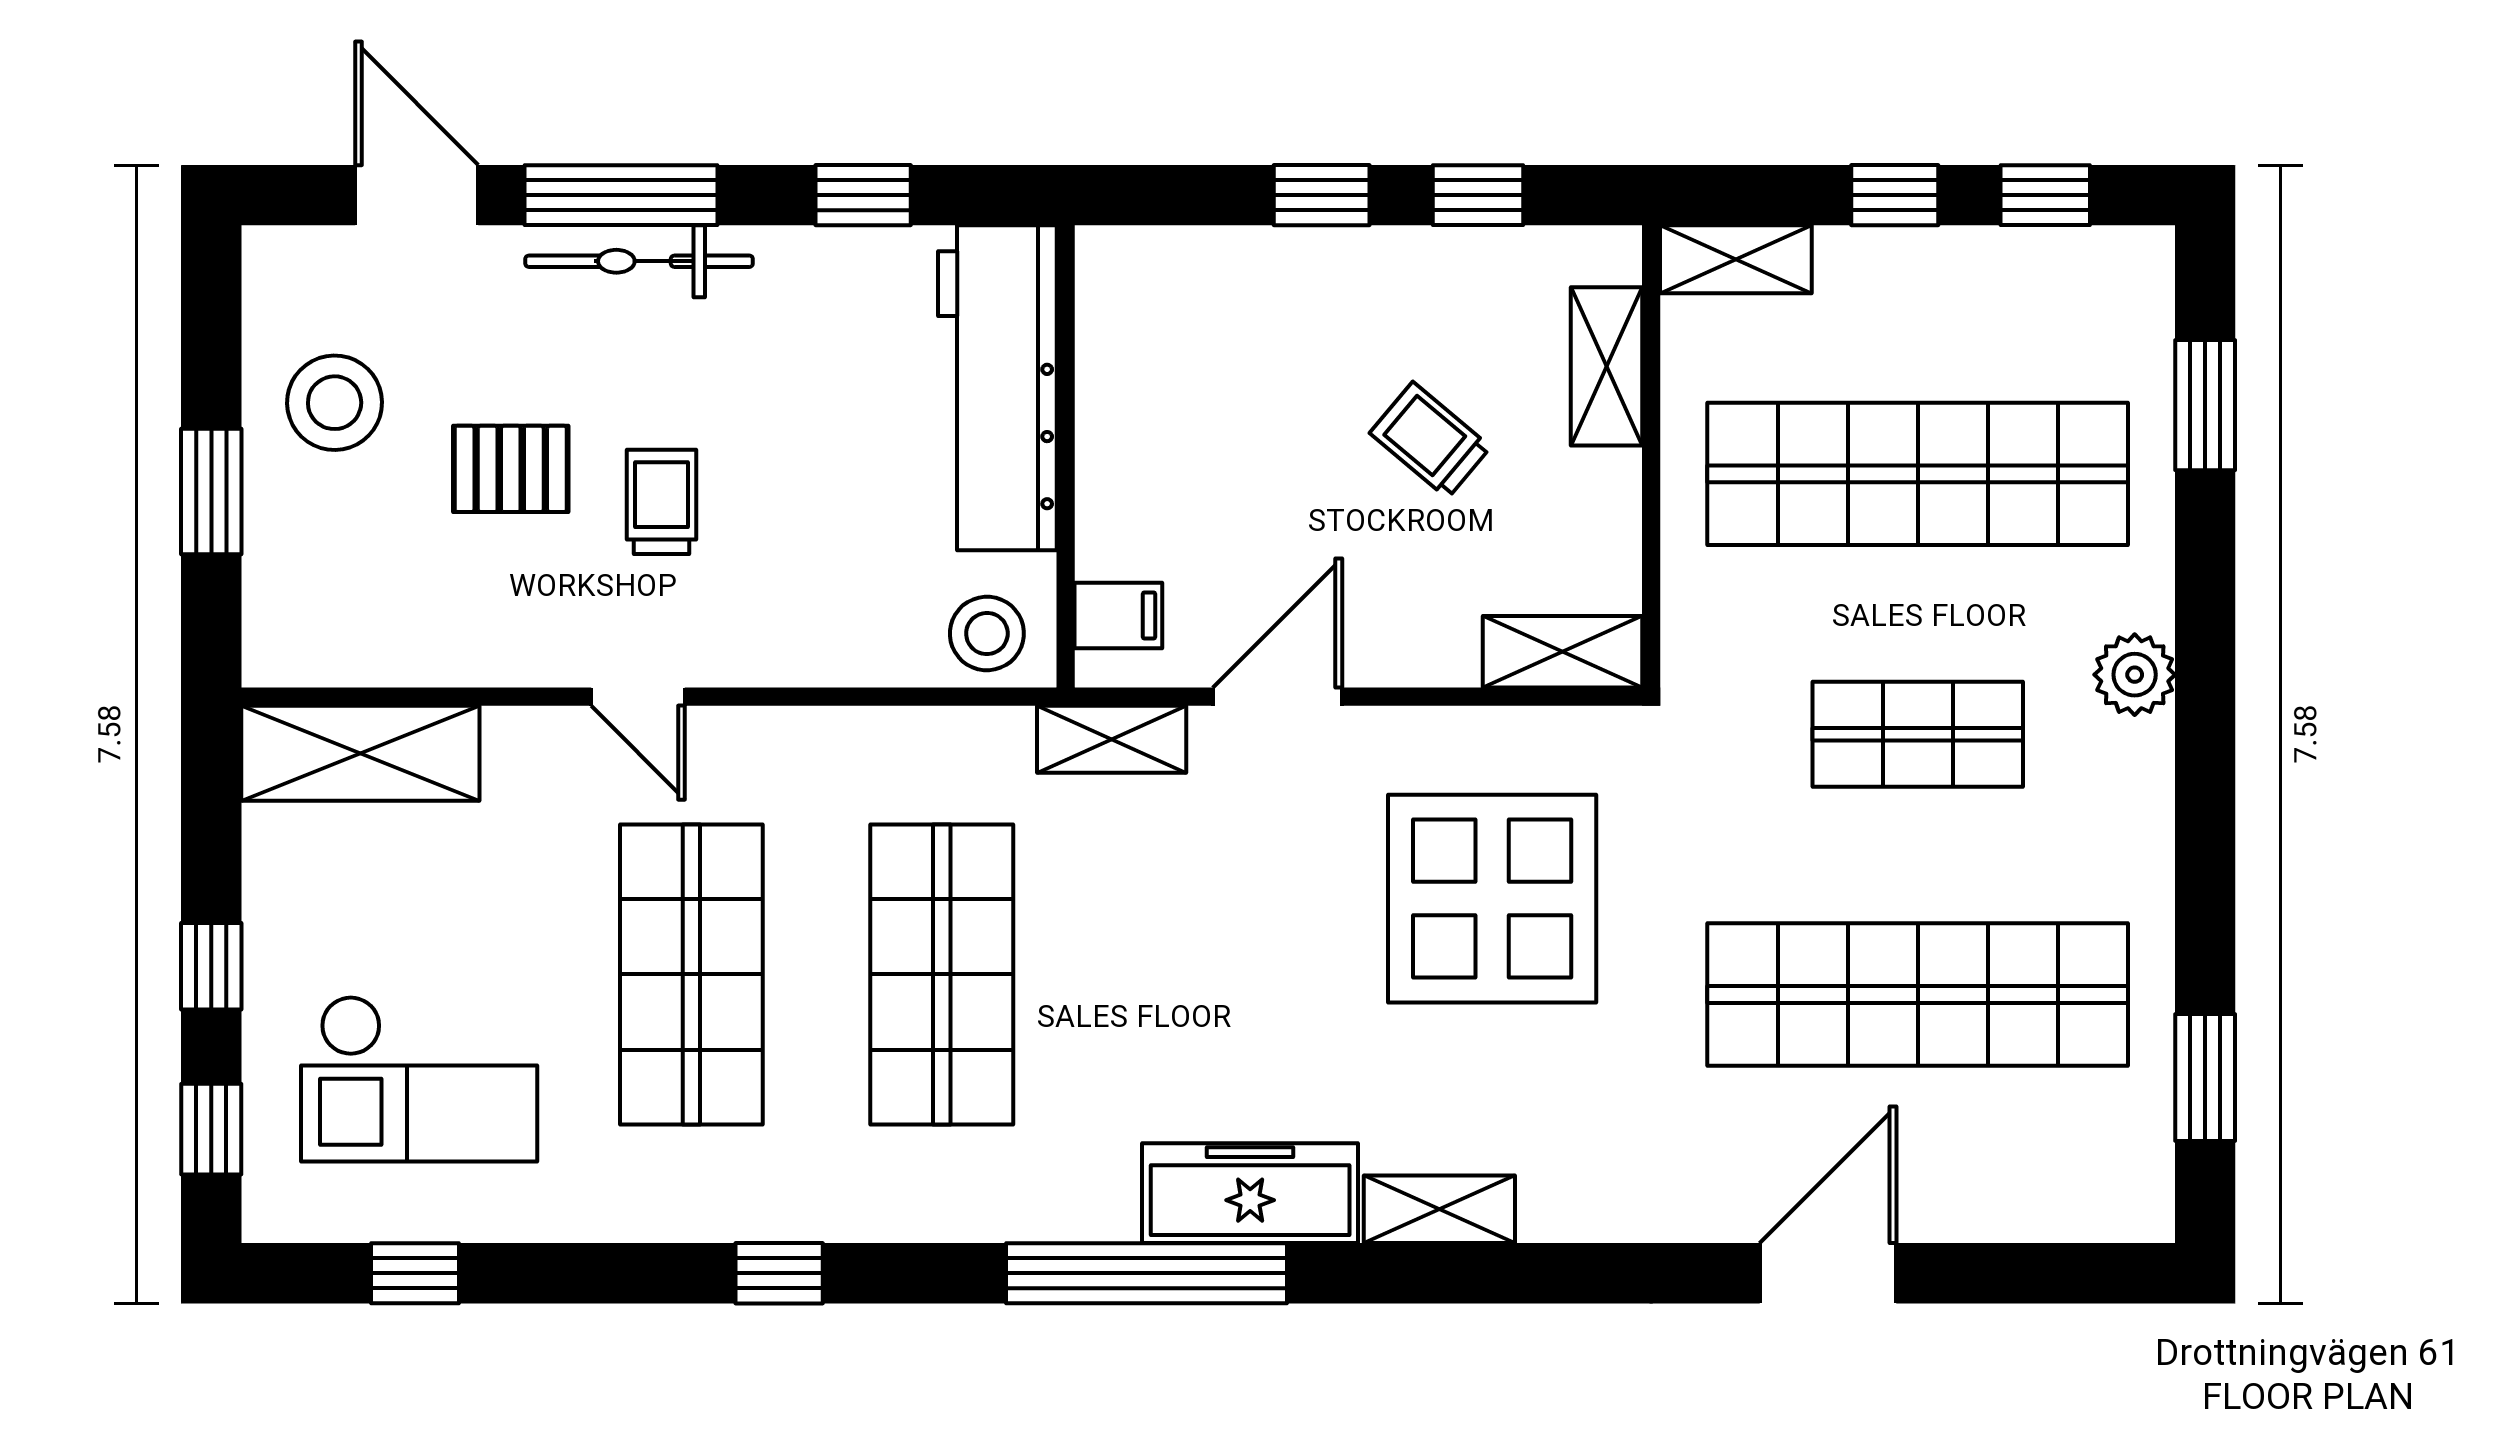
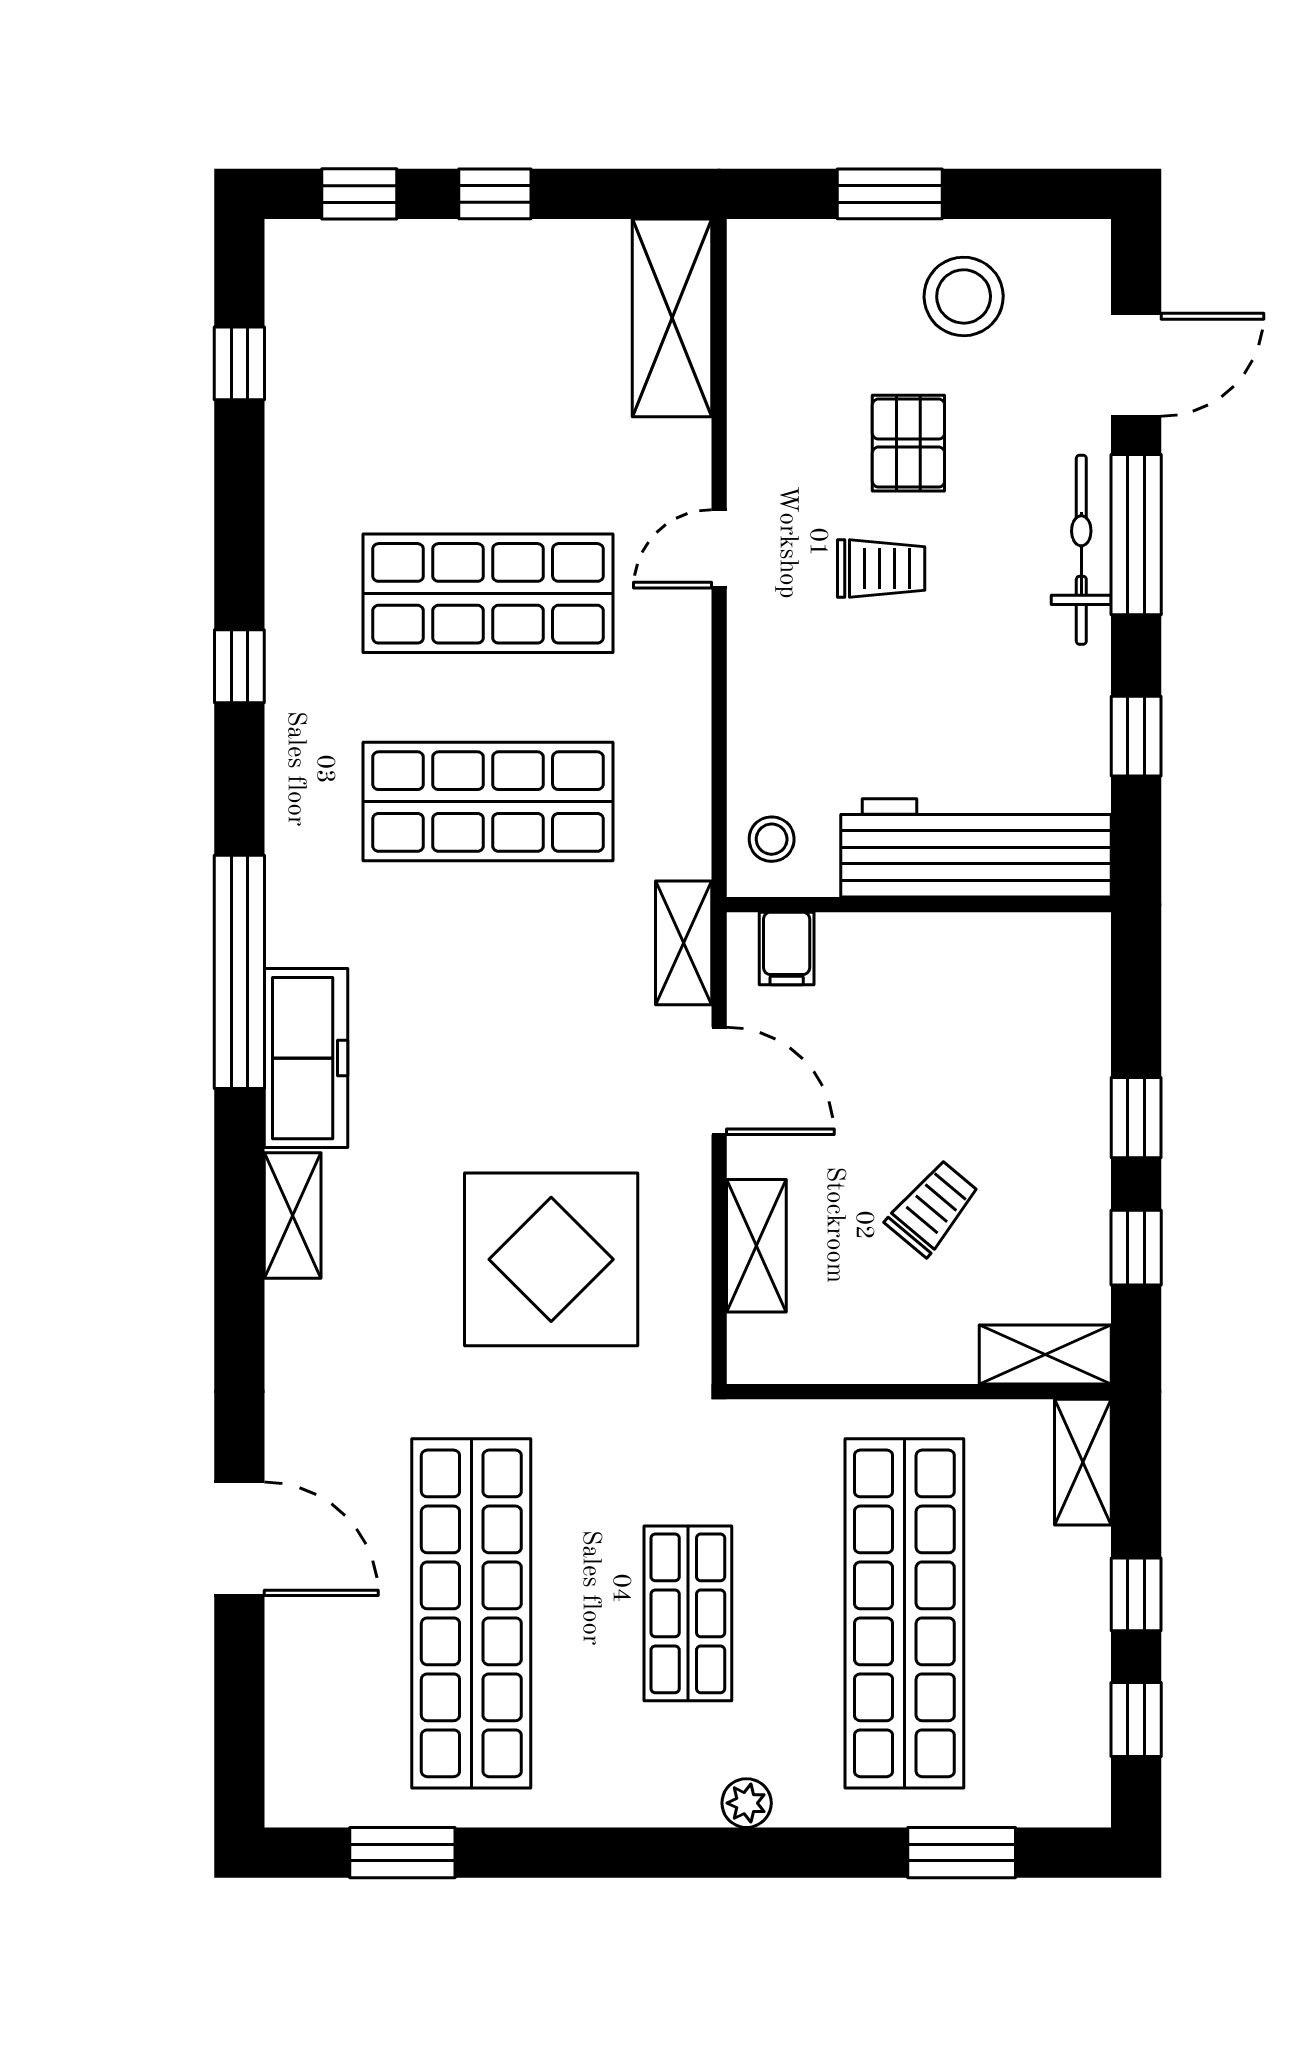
shelving: (1606, 366) -> (1045, 1354), moved
stool: (987, 634) -> (772, 839), width x0.73, depth x0.73
shelving: (1562, 652) -> (756, 1246), moved
plant: (2135, 675) -> (747, 1803), width x0.73, depth x0.73
checkout: (419, 1079) -> (401, 367), removed

